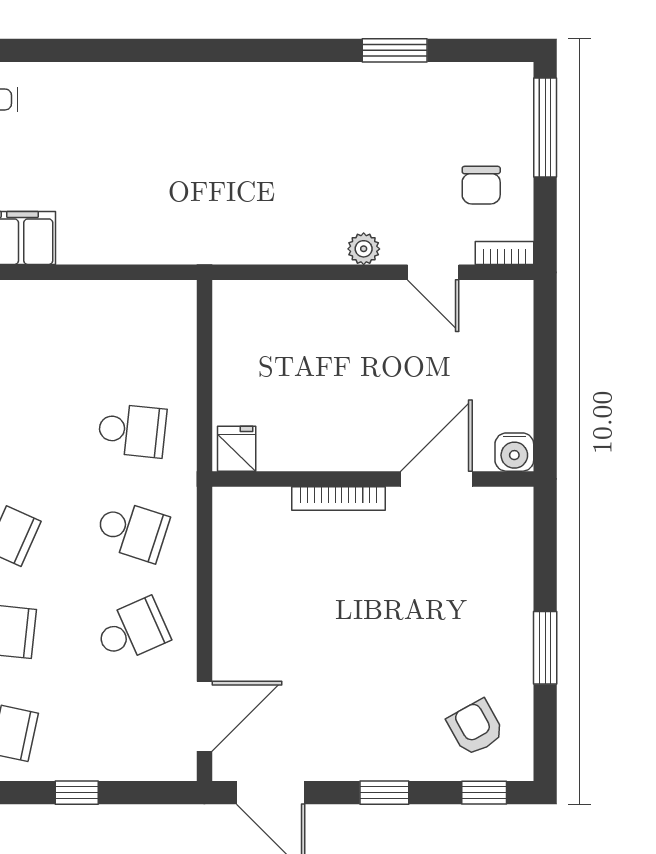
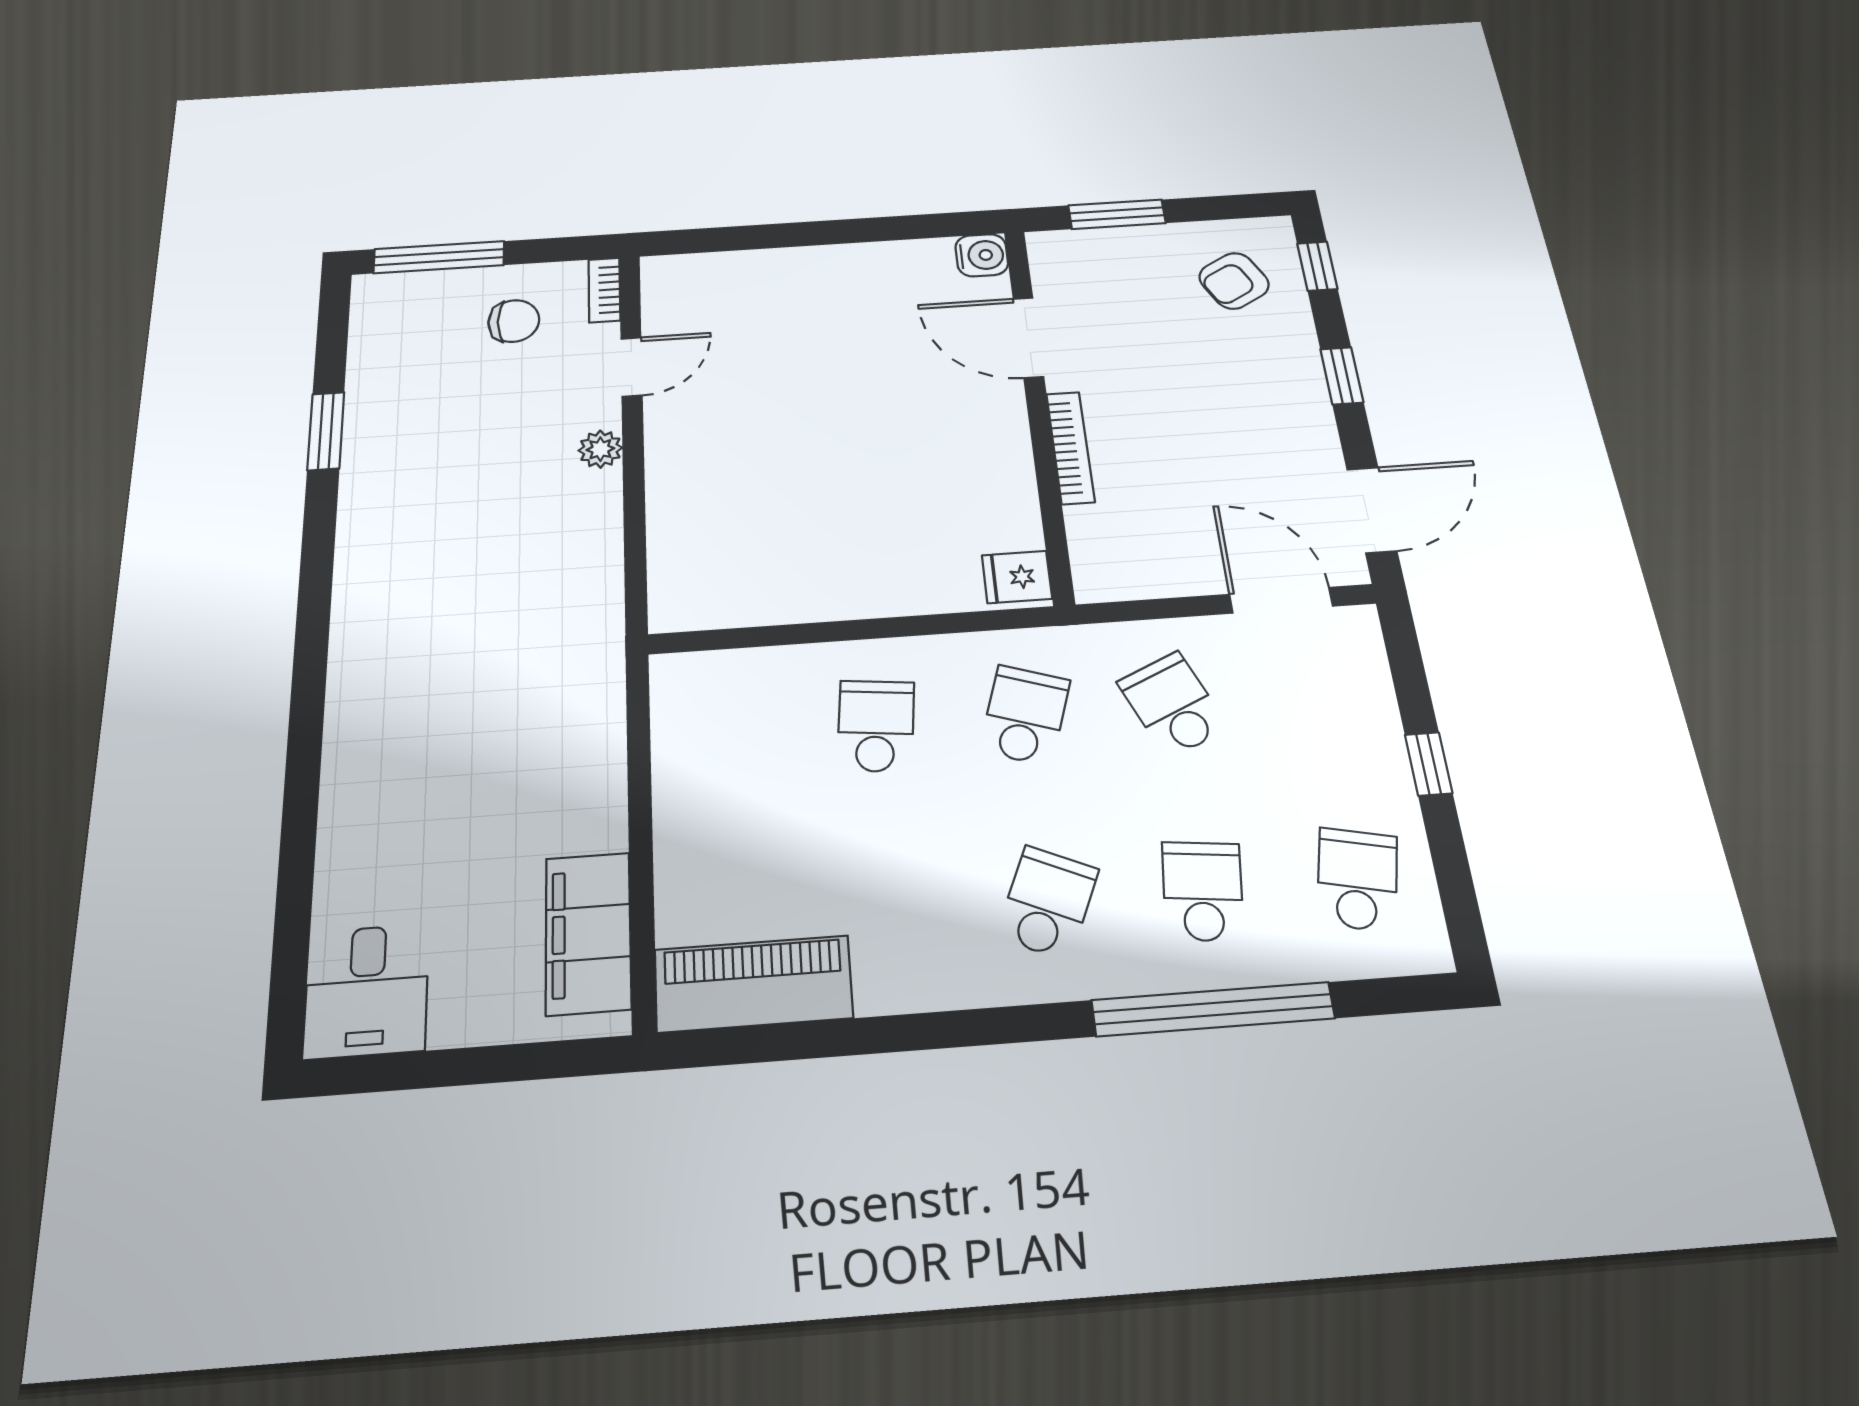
fridge: (237, 449) -> (1017, 577), moved
water cooler: (514, 452) -> (982, 255), moved
wall: (373, 479) -> (1038, 409), moved
door: (436, 479) -> (1028, 337), moved
bookcase: (339, 498) -> (1070, 448), moved

